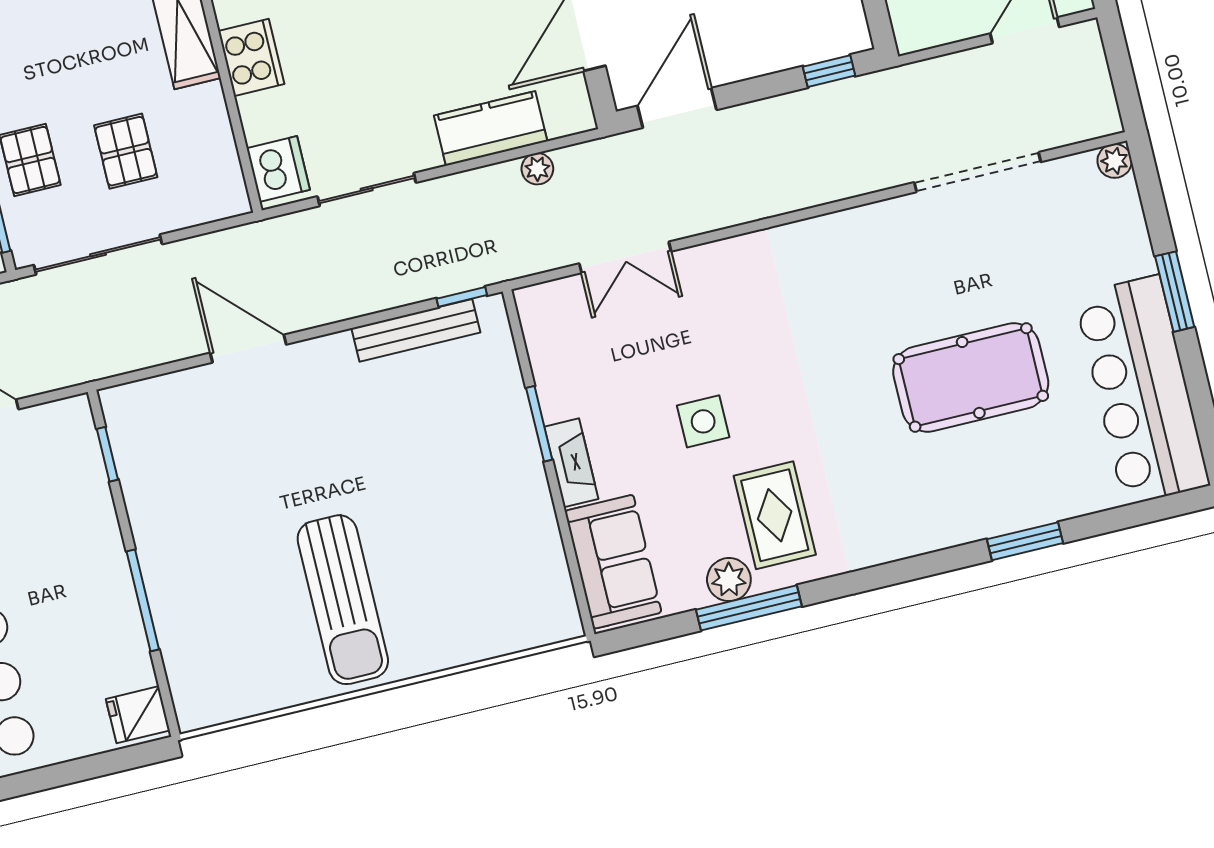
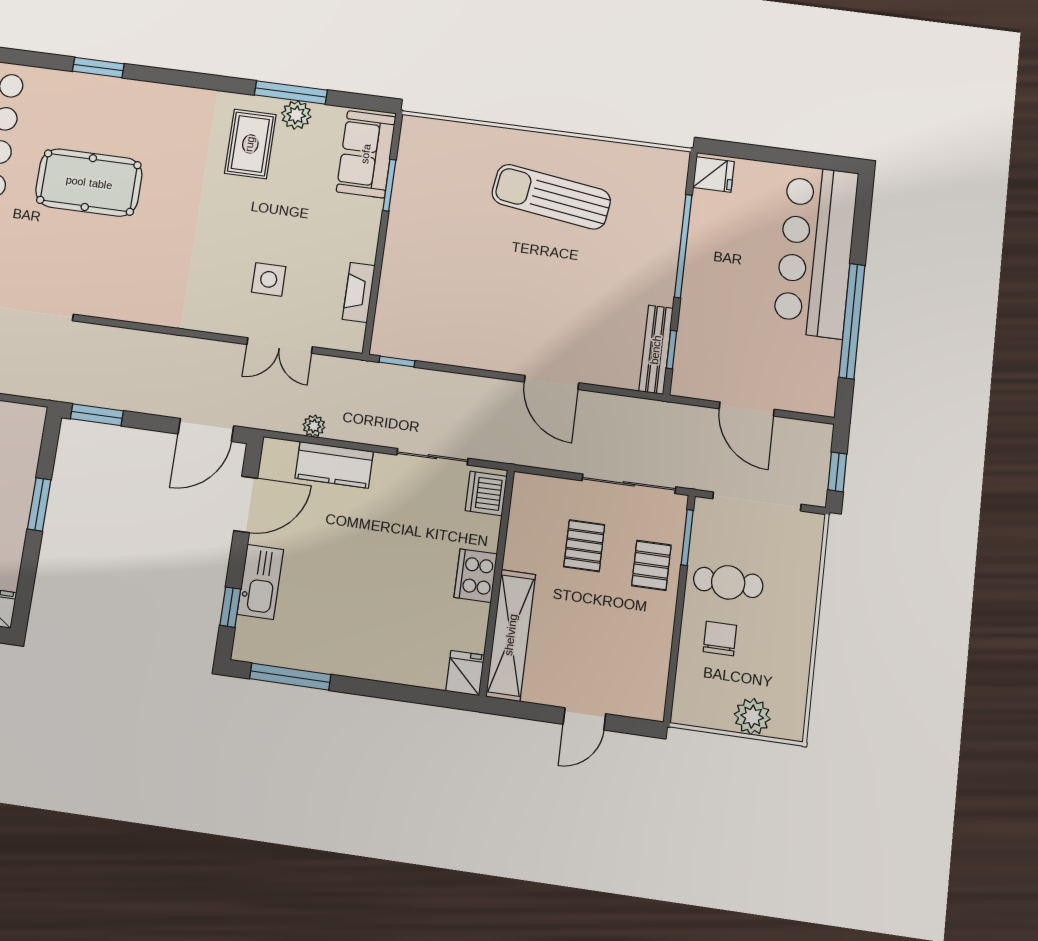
window: (829, 71) -> (97, 415), width x1.50
double door: (625, 257) -> (280, 346), swing flipped
bench: (416, 330) -> (656, 350), moved, turned 90
side table: (703, 421) -> (269, 279), moved
window: (539, 424) -> (389, 185), moved
fireplace: (571, 463) -> (359, 292), moved
window: (143, 600) -> (683, 246), width x1.46
sun lounger: (343, 600) -> (551, 197), turned -82

